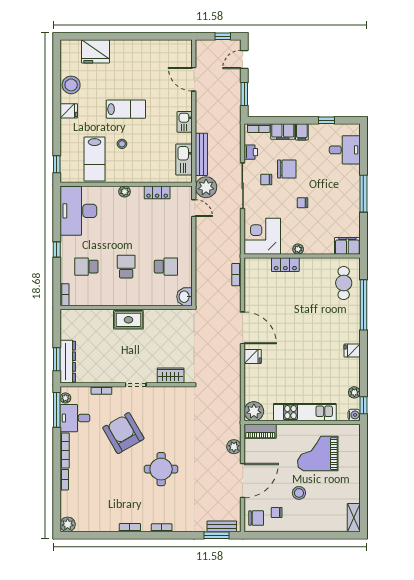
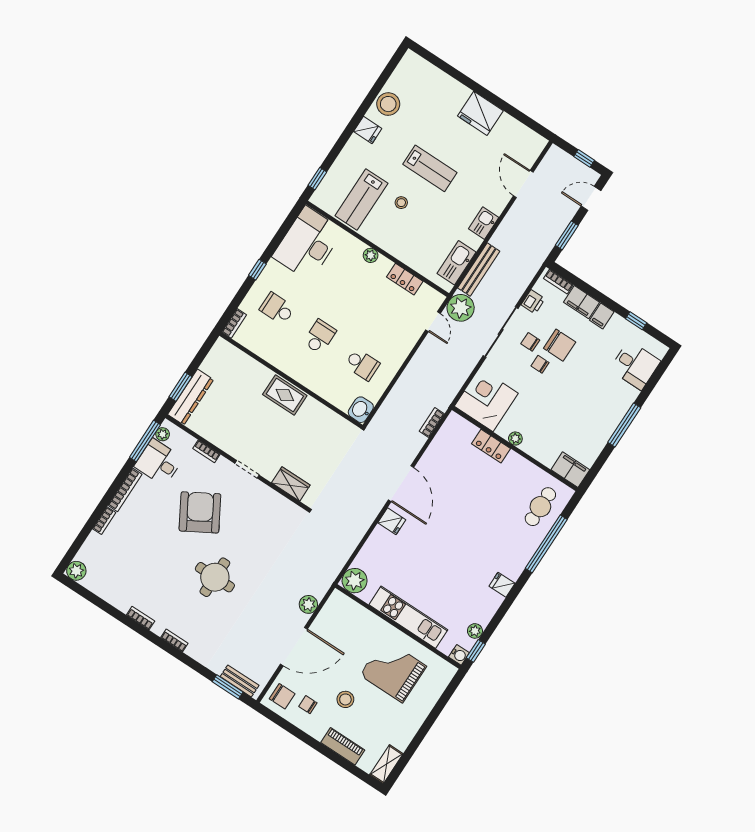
fridge: (96, 51) -> (480, 113), moved
chair: (303, 203) -> (540, 364), moved
piano: (260, 431) -> (343, 746), moved, turned 180

